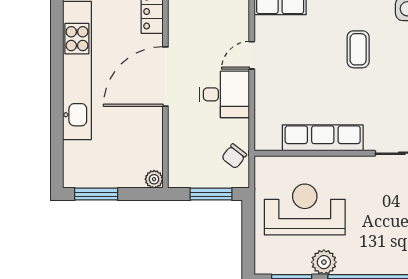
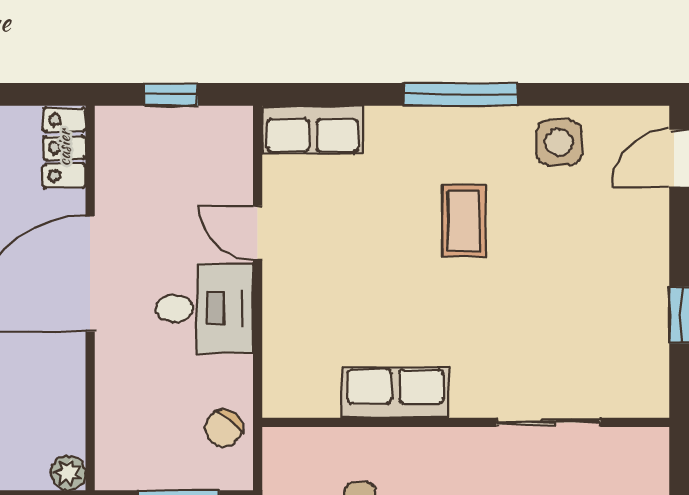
door: (252, 55) -> (258, 233), hinge flipped
row of seats: (323, 138) -> (395, 393), width x0.68

